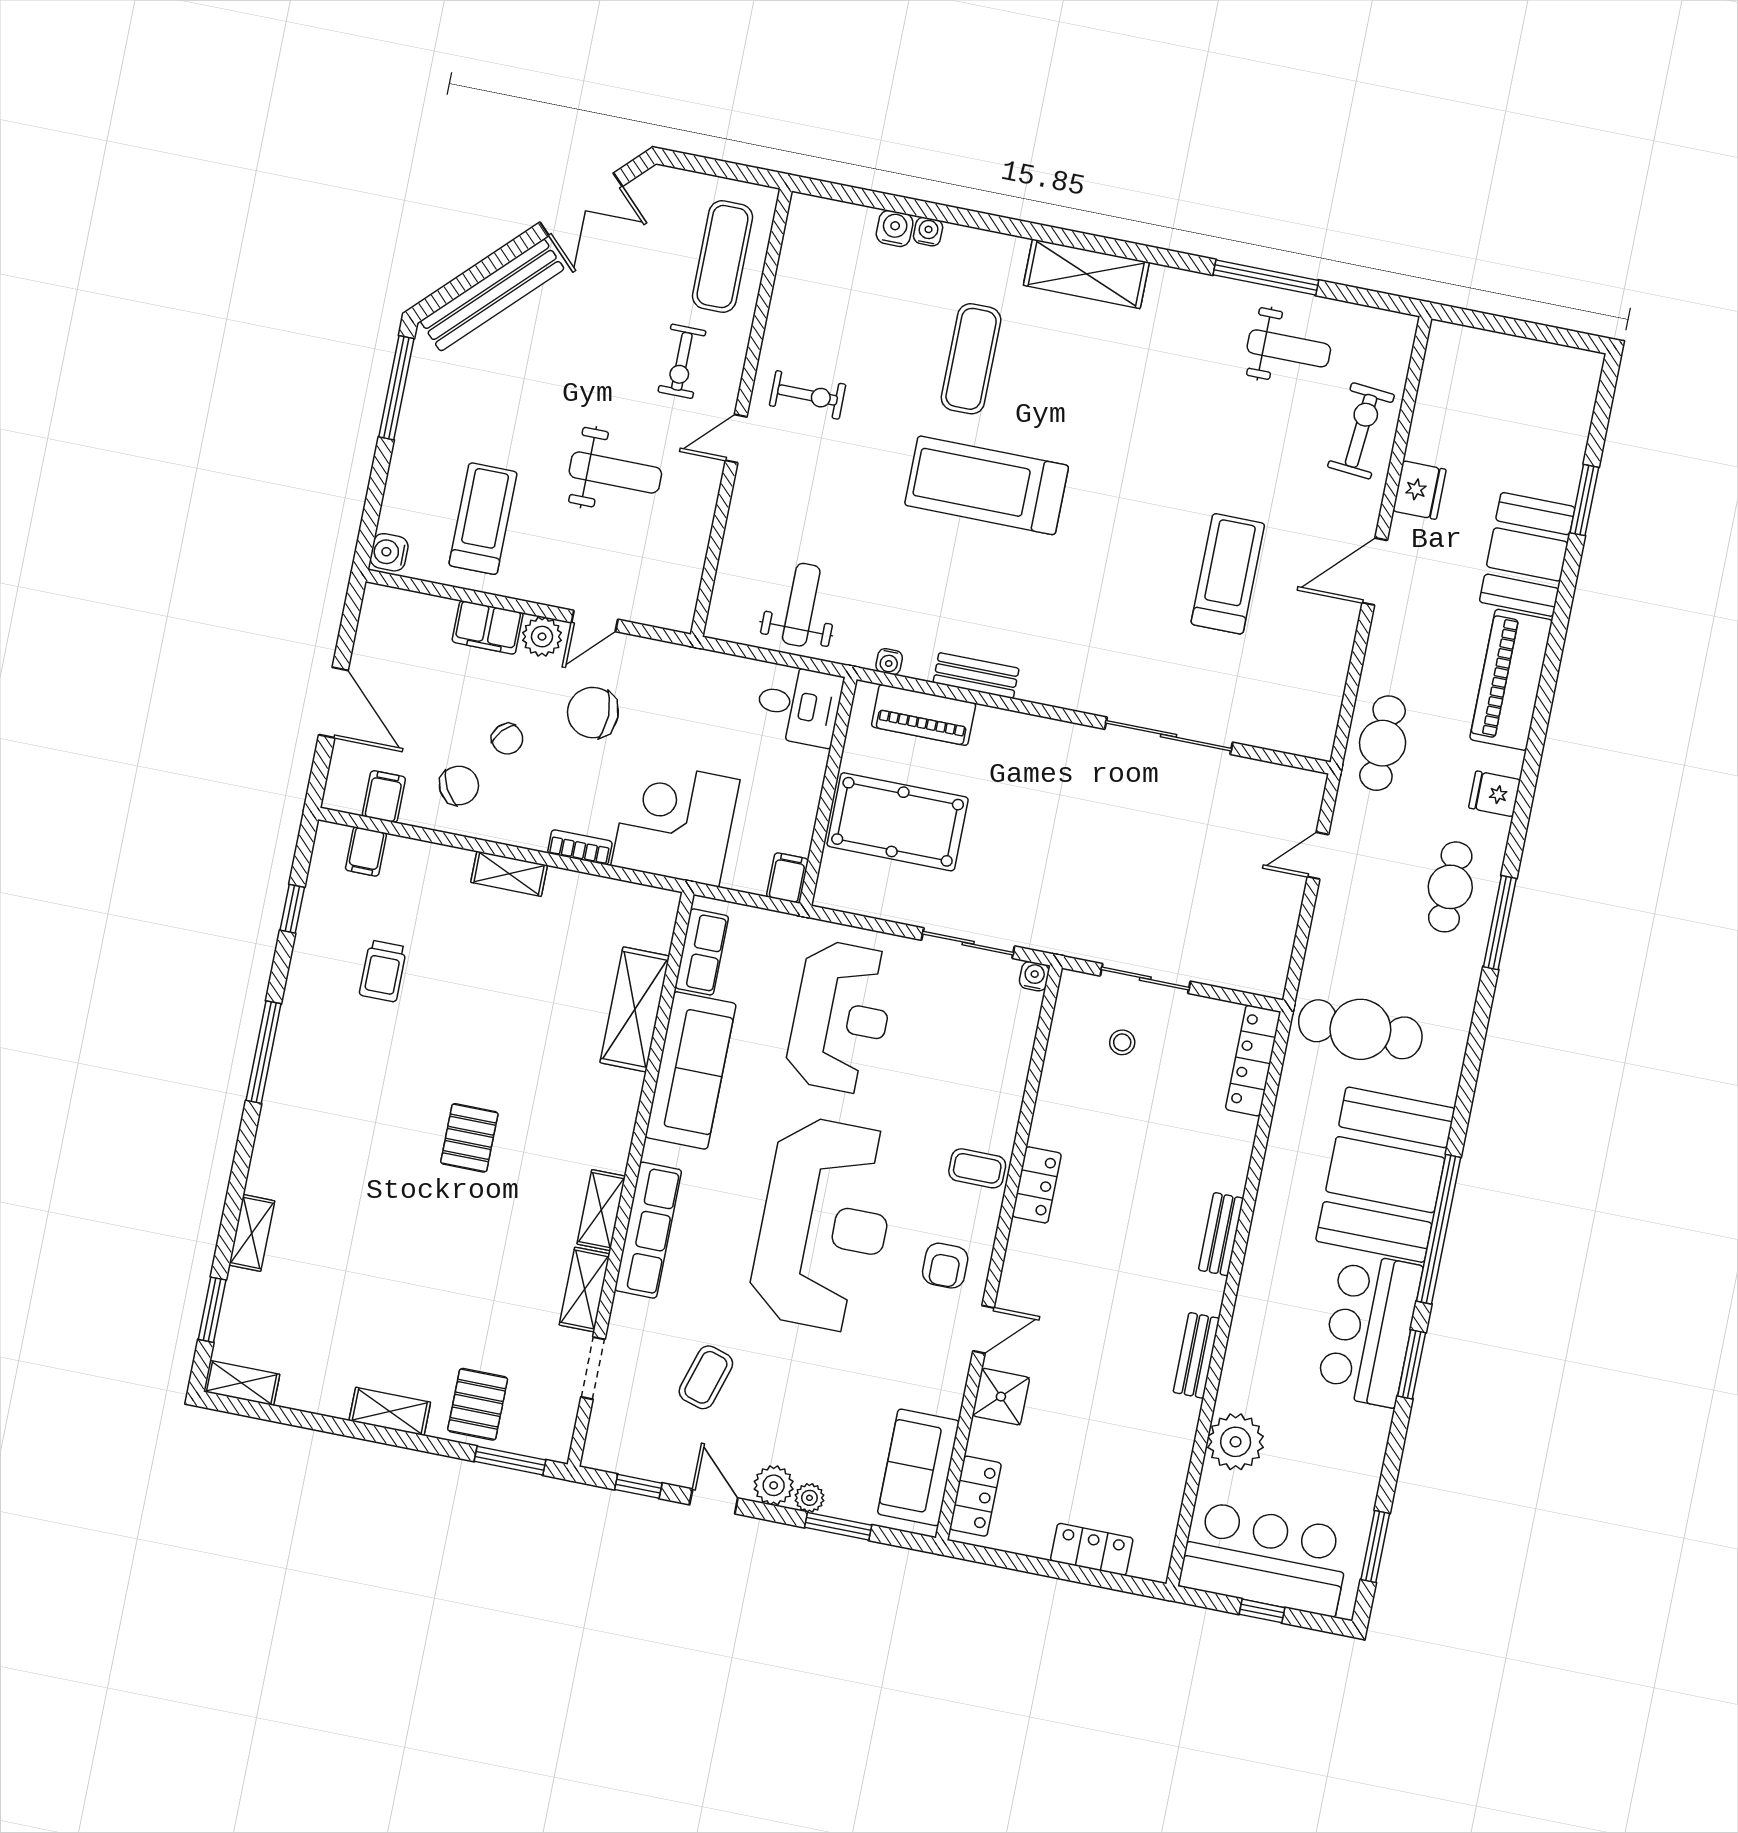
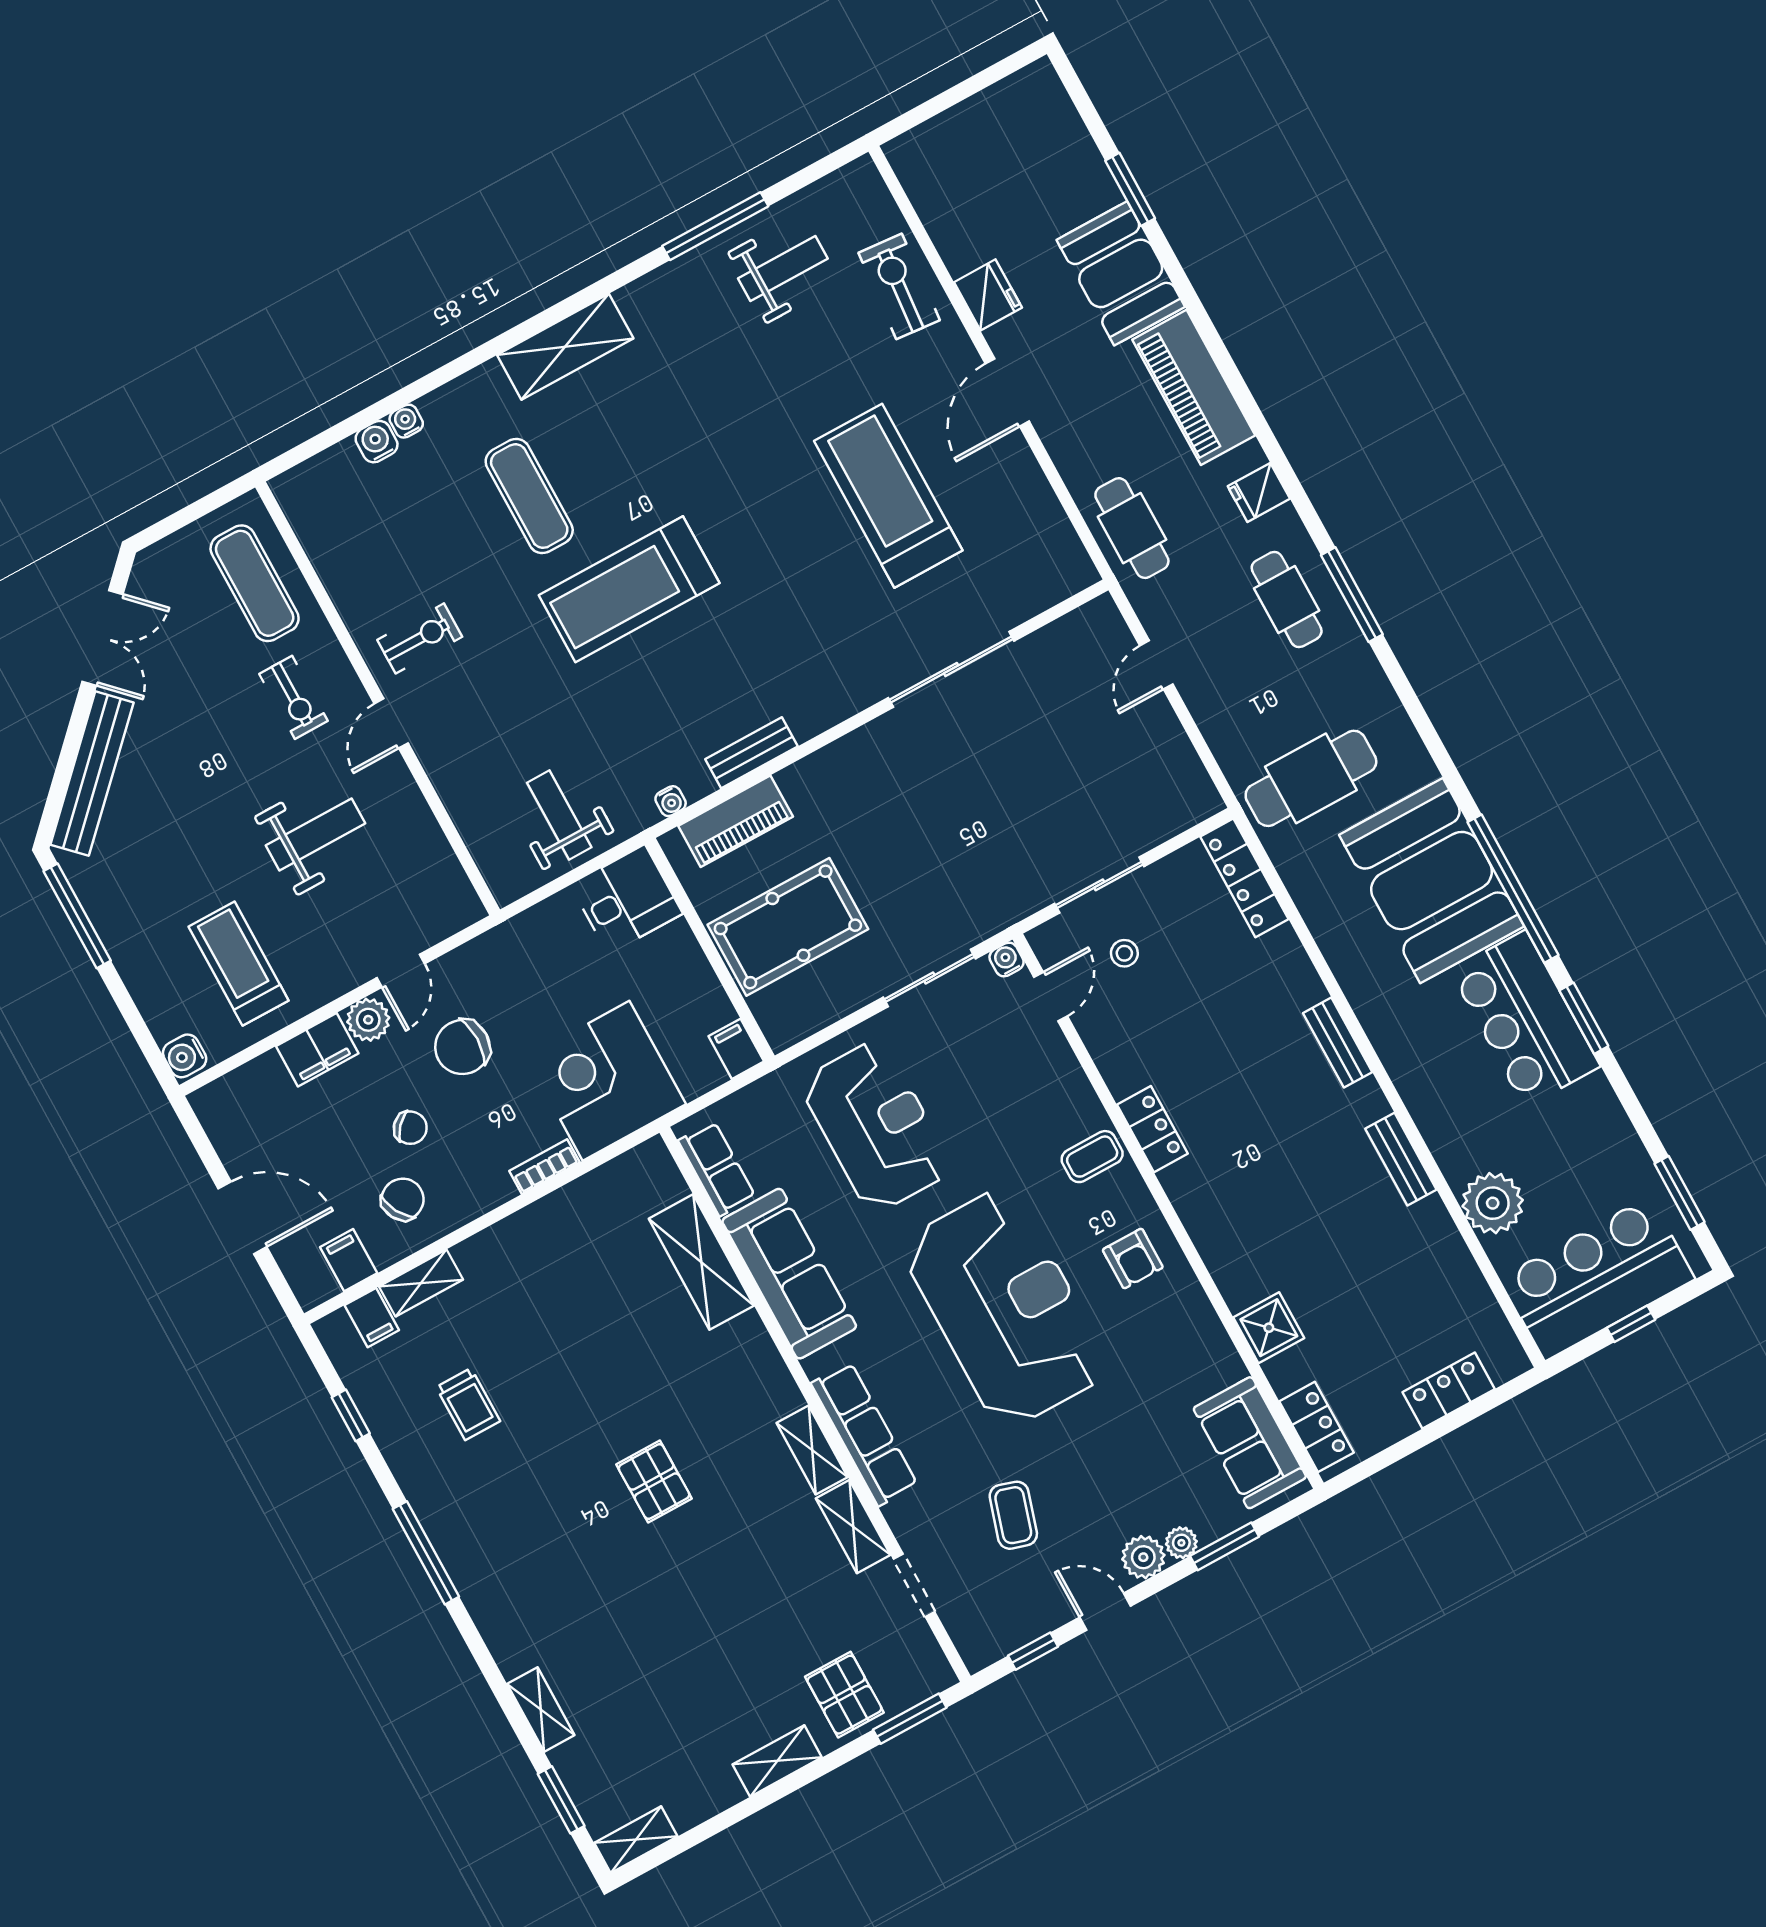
treadmill: (1228, 574) -> (888, 496), width x1.37, depth x1.38
shelving: (509, 874) -> (421, 1283), moved
door: (984, 1329) -> (1051, 997), moved

